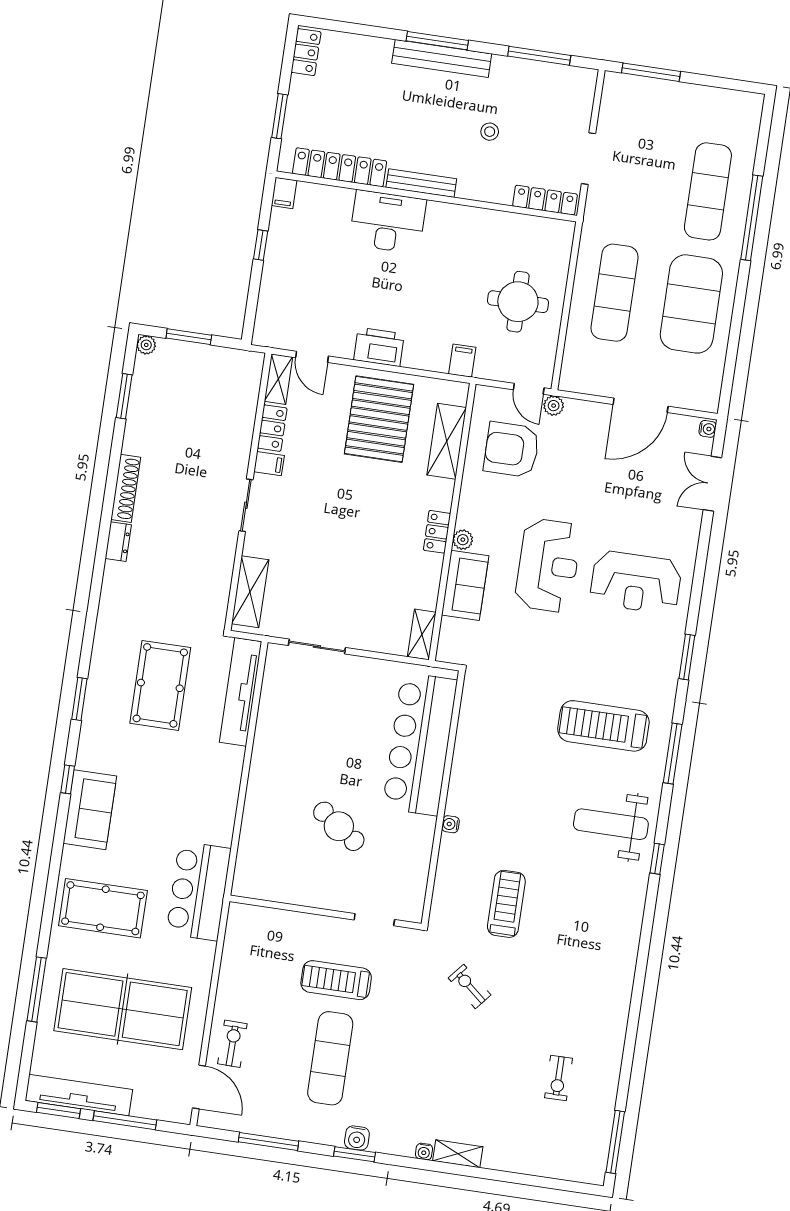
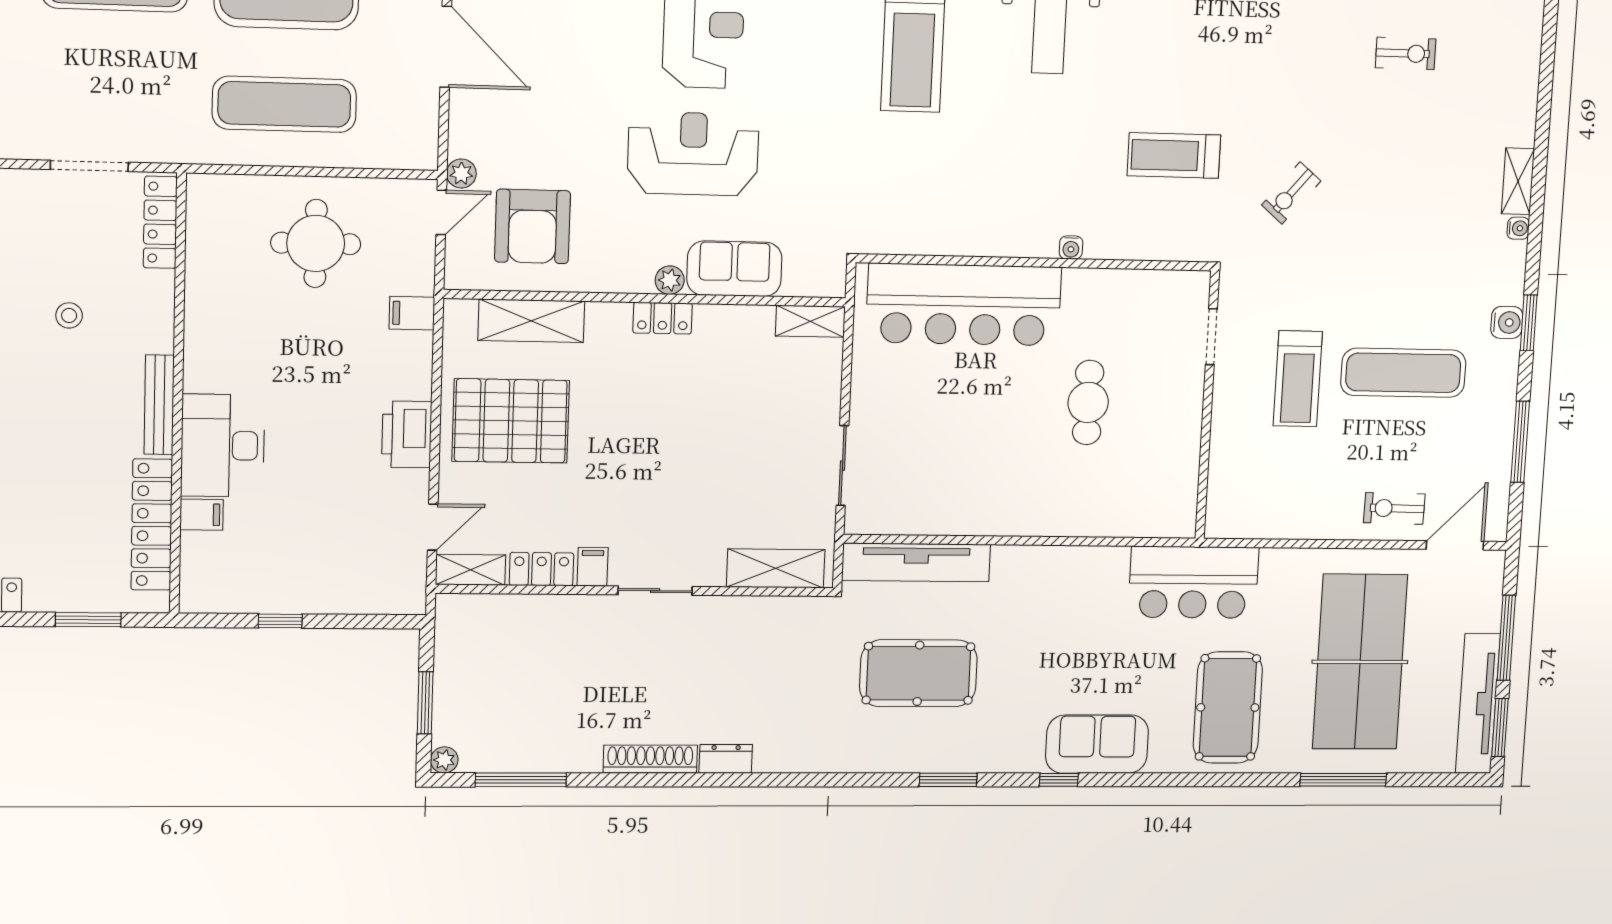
filing cabinet: (284, 193) -> (202, 515), moved
window: (124, 396) -> (521, 780), width x1.44
cafe table: (339, 826) -> (1088, 402), turned -35

